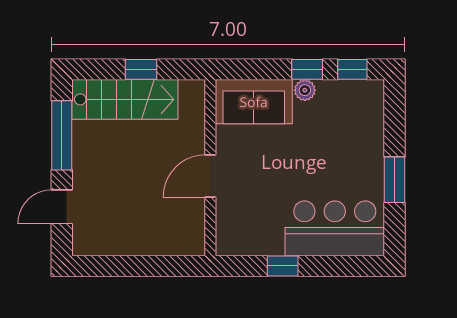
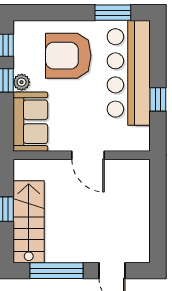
armchair: (339, 150) -> (68, 56), added
window: (394, 180) -> (113, 13), moved
bar counter: (335, 228) -> (129, 73), width x1.36

